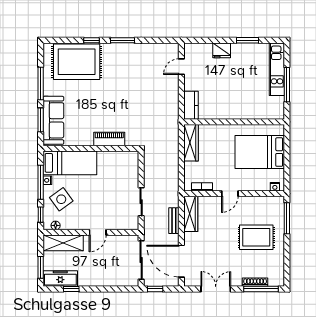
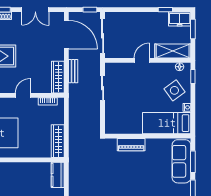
window: (41, 182) -> (193, 106), removed
freezer: (60, 279) -> (180, 19), width x0.71

